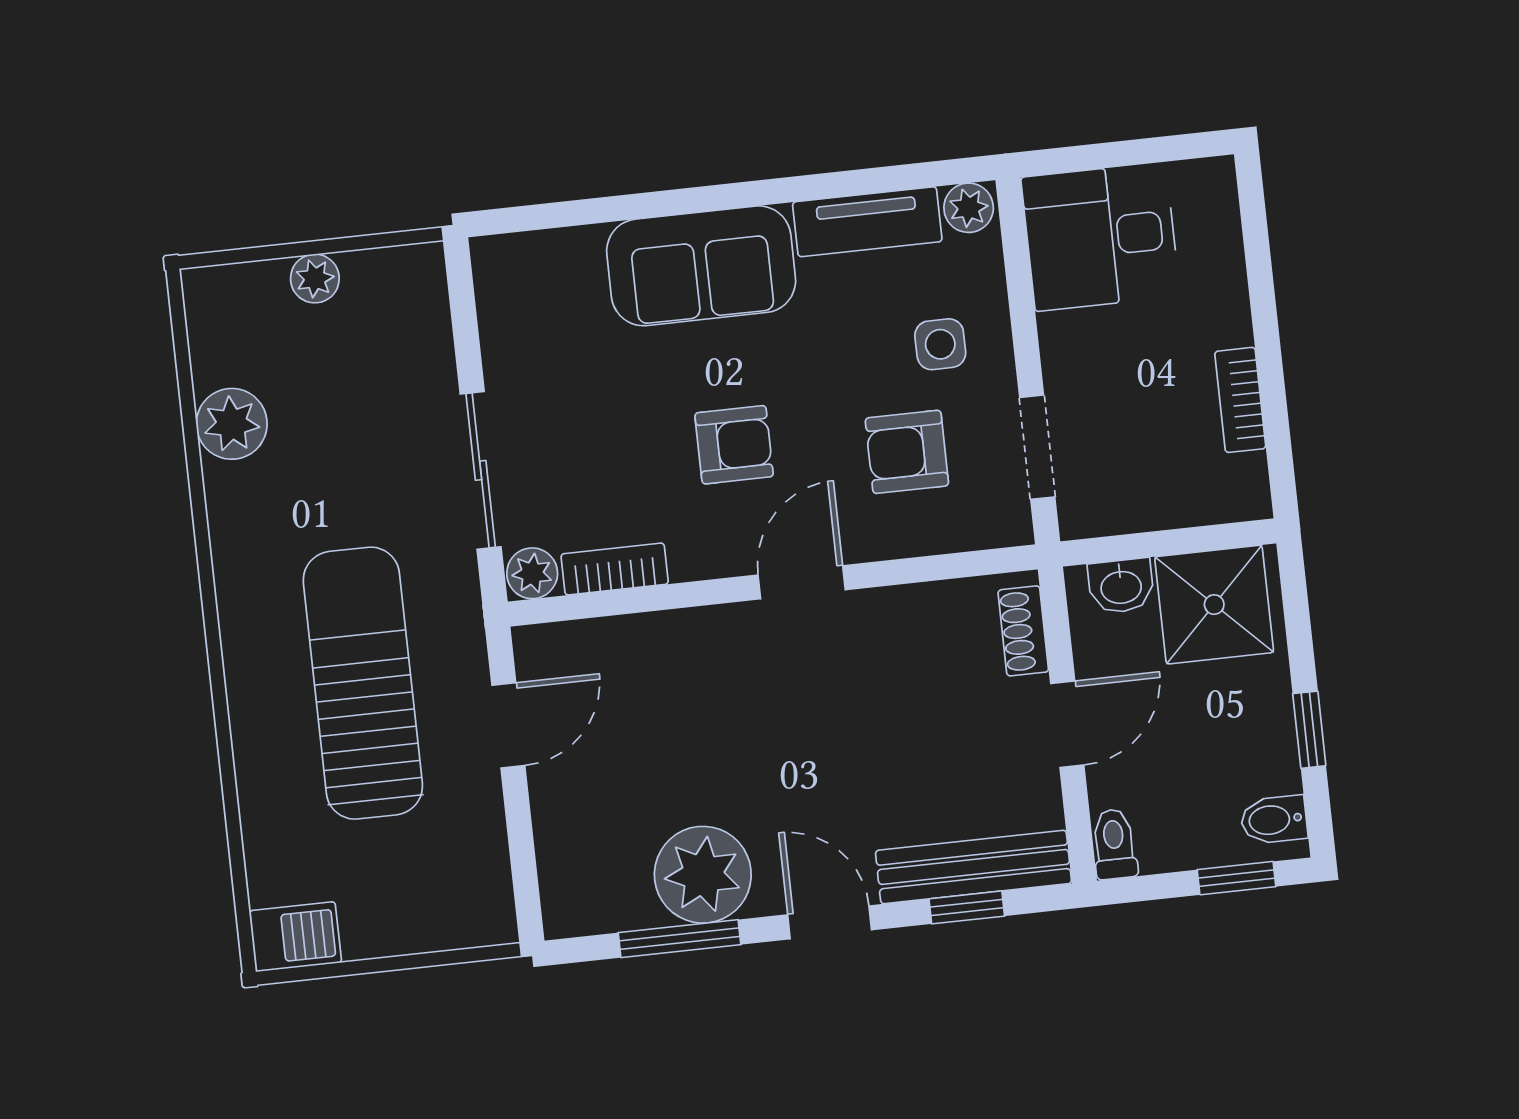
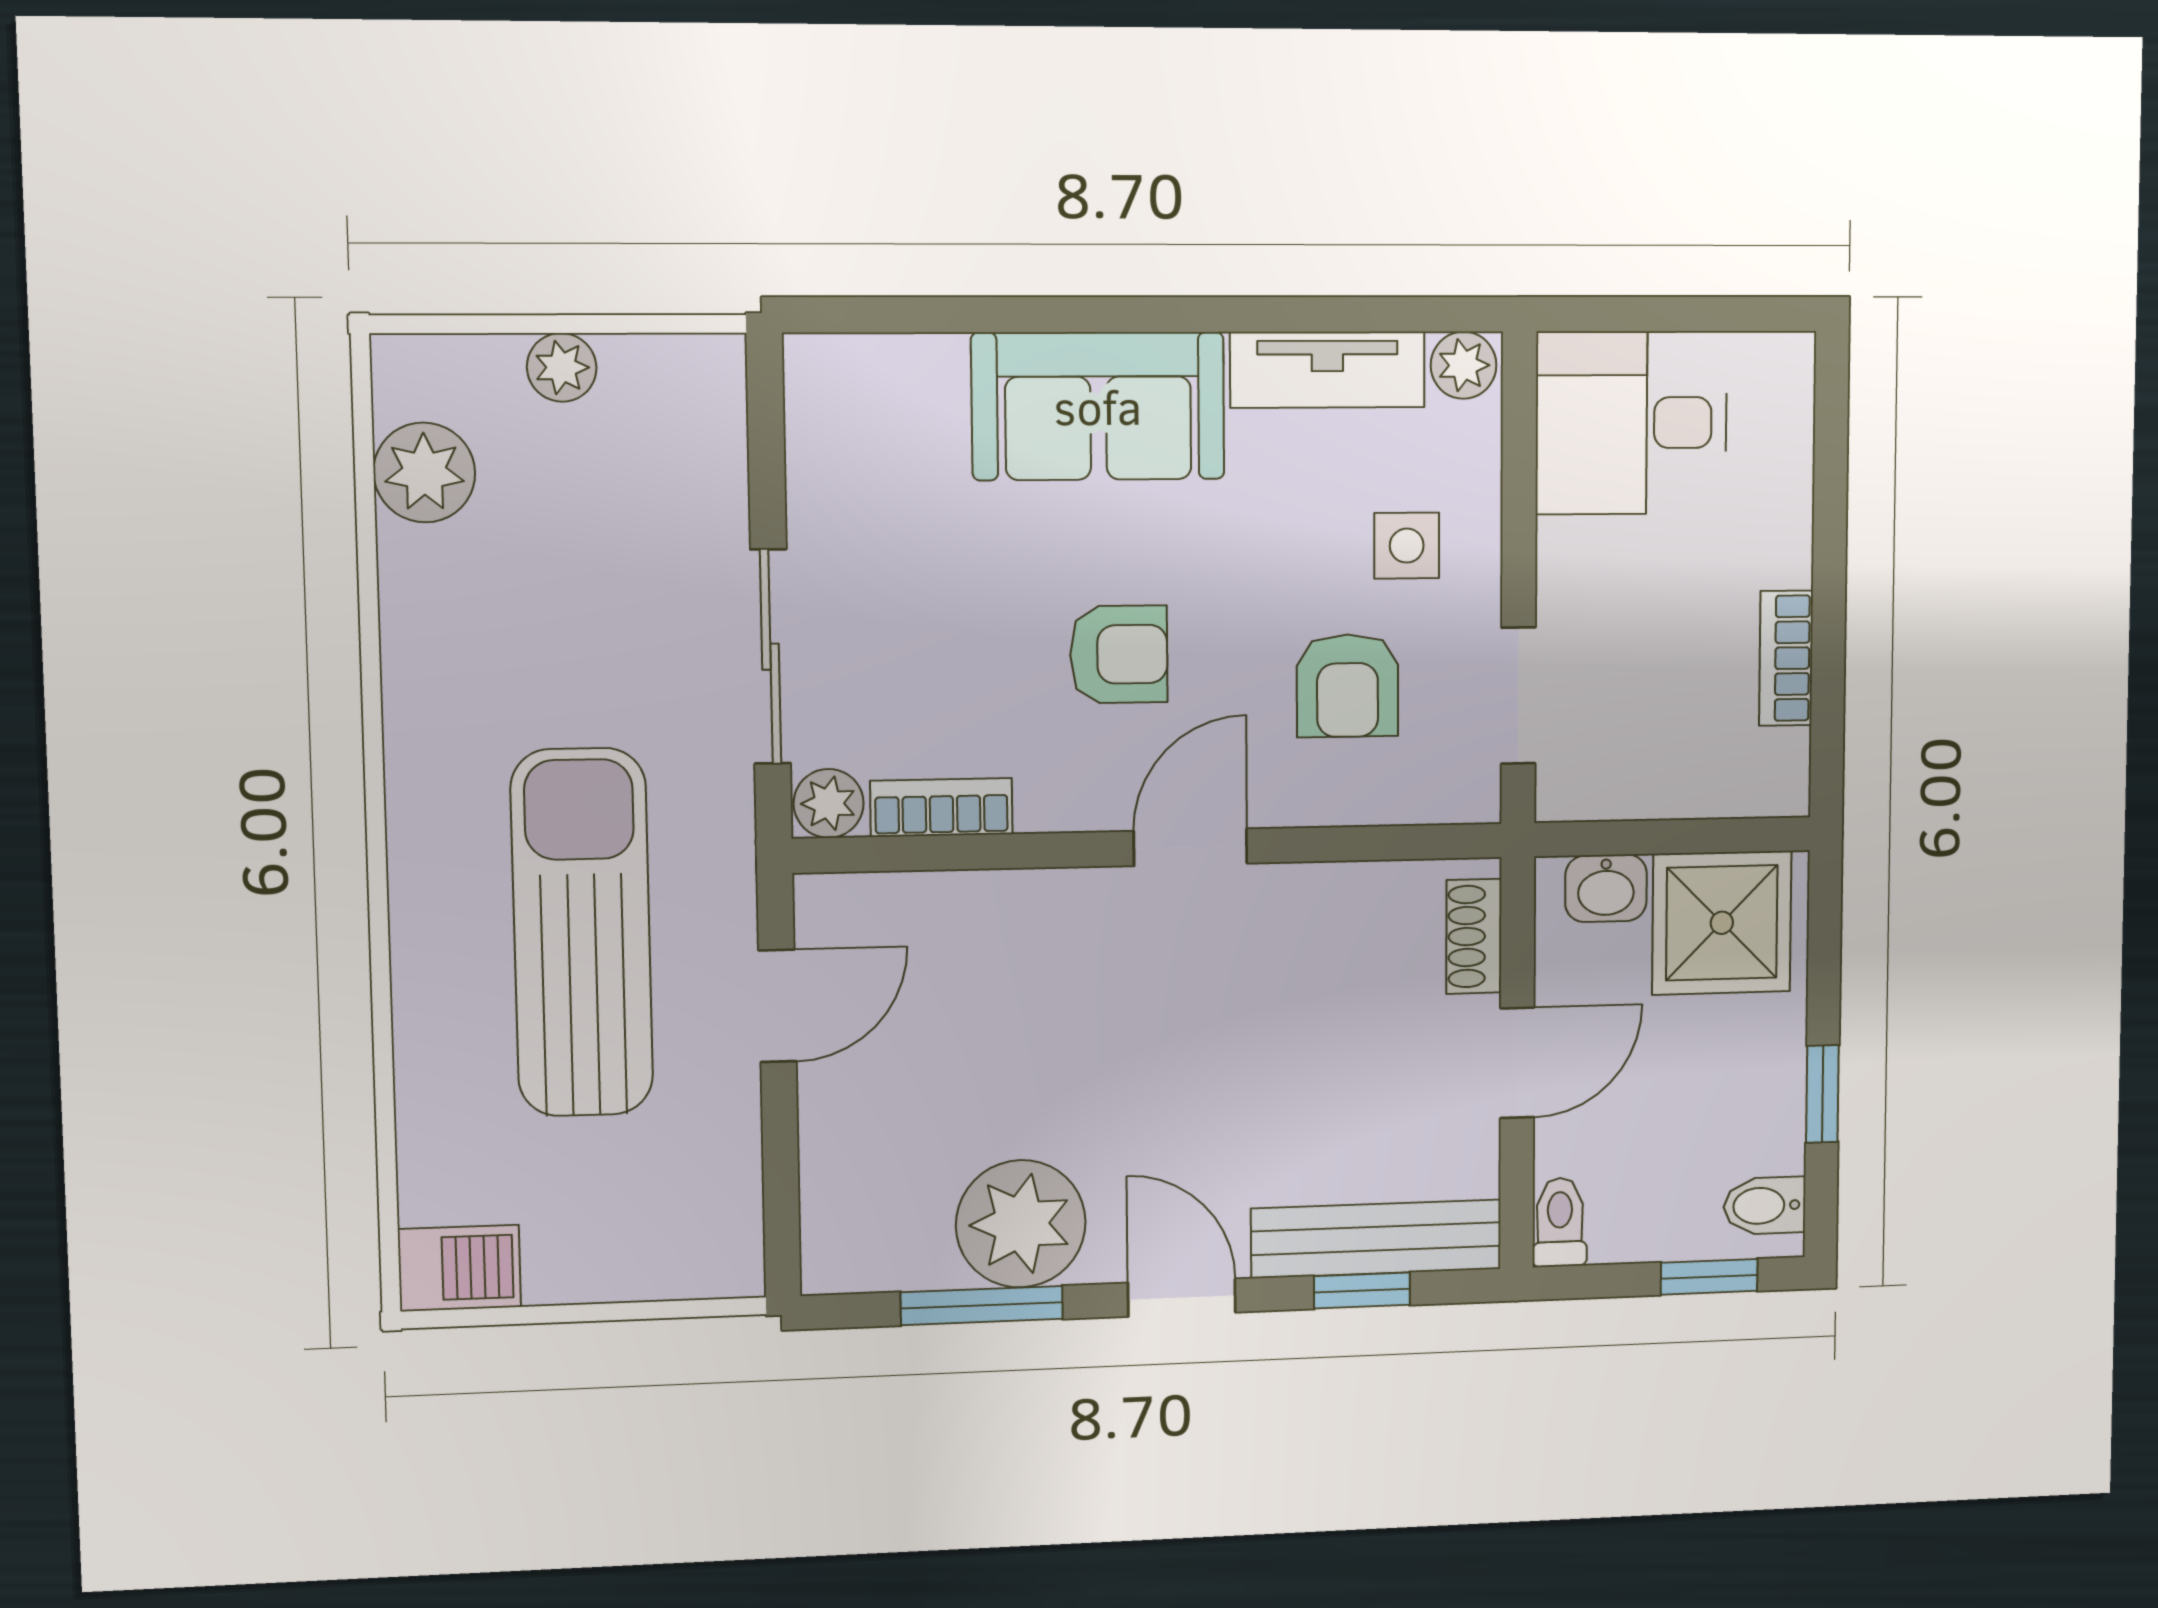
plant: (232, 424) -> (424, 473), moved
armchair: (907, 452) -> (1348, 686), turned -90

